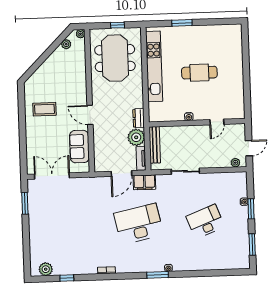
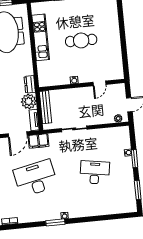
kitchen unit: (154, 66) -> (41, 37), width x0.73
desk: (205, 222) -> (95, 172), turned 30

